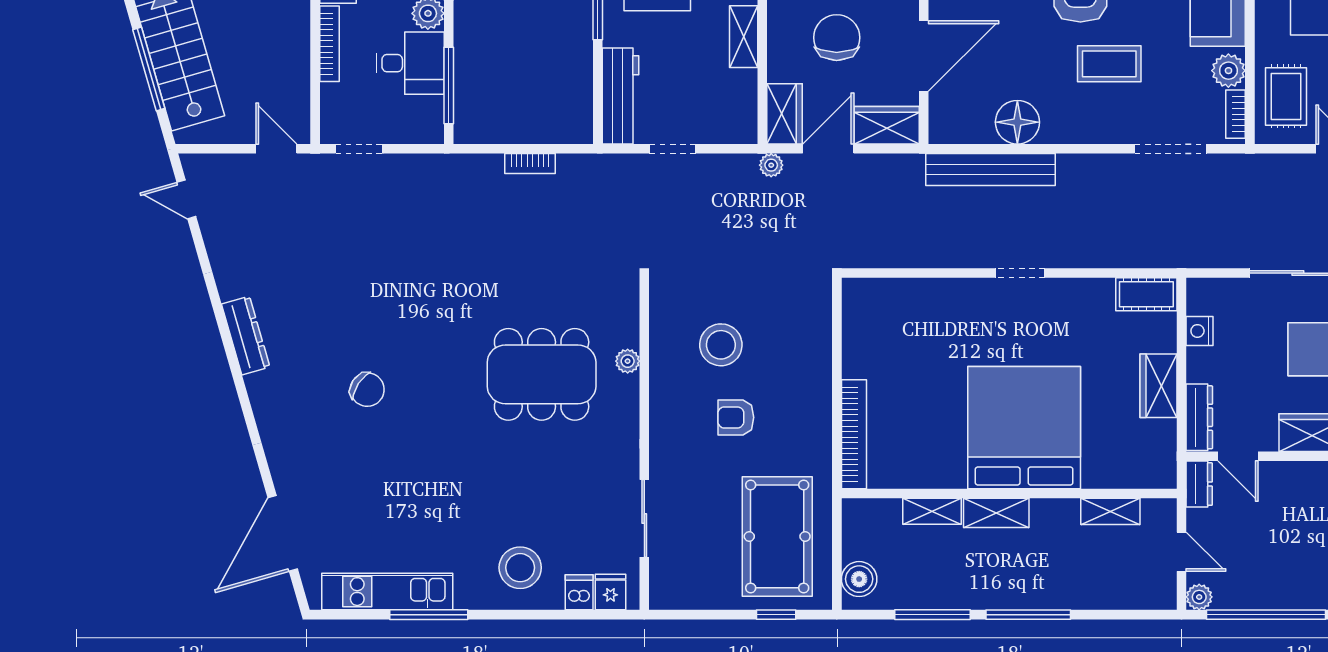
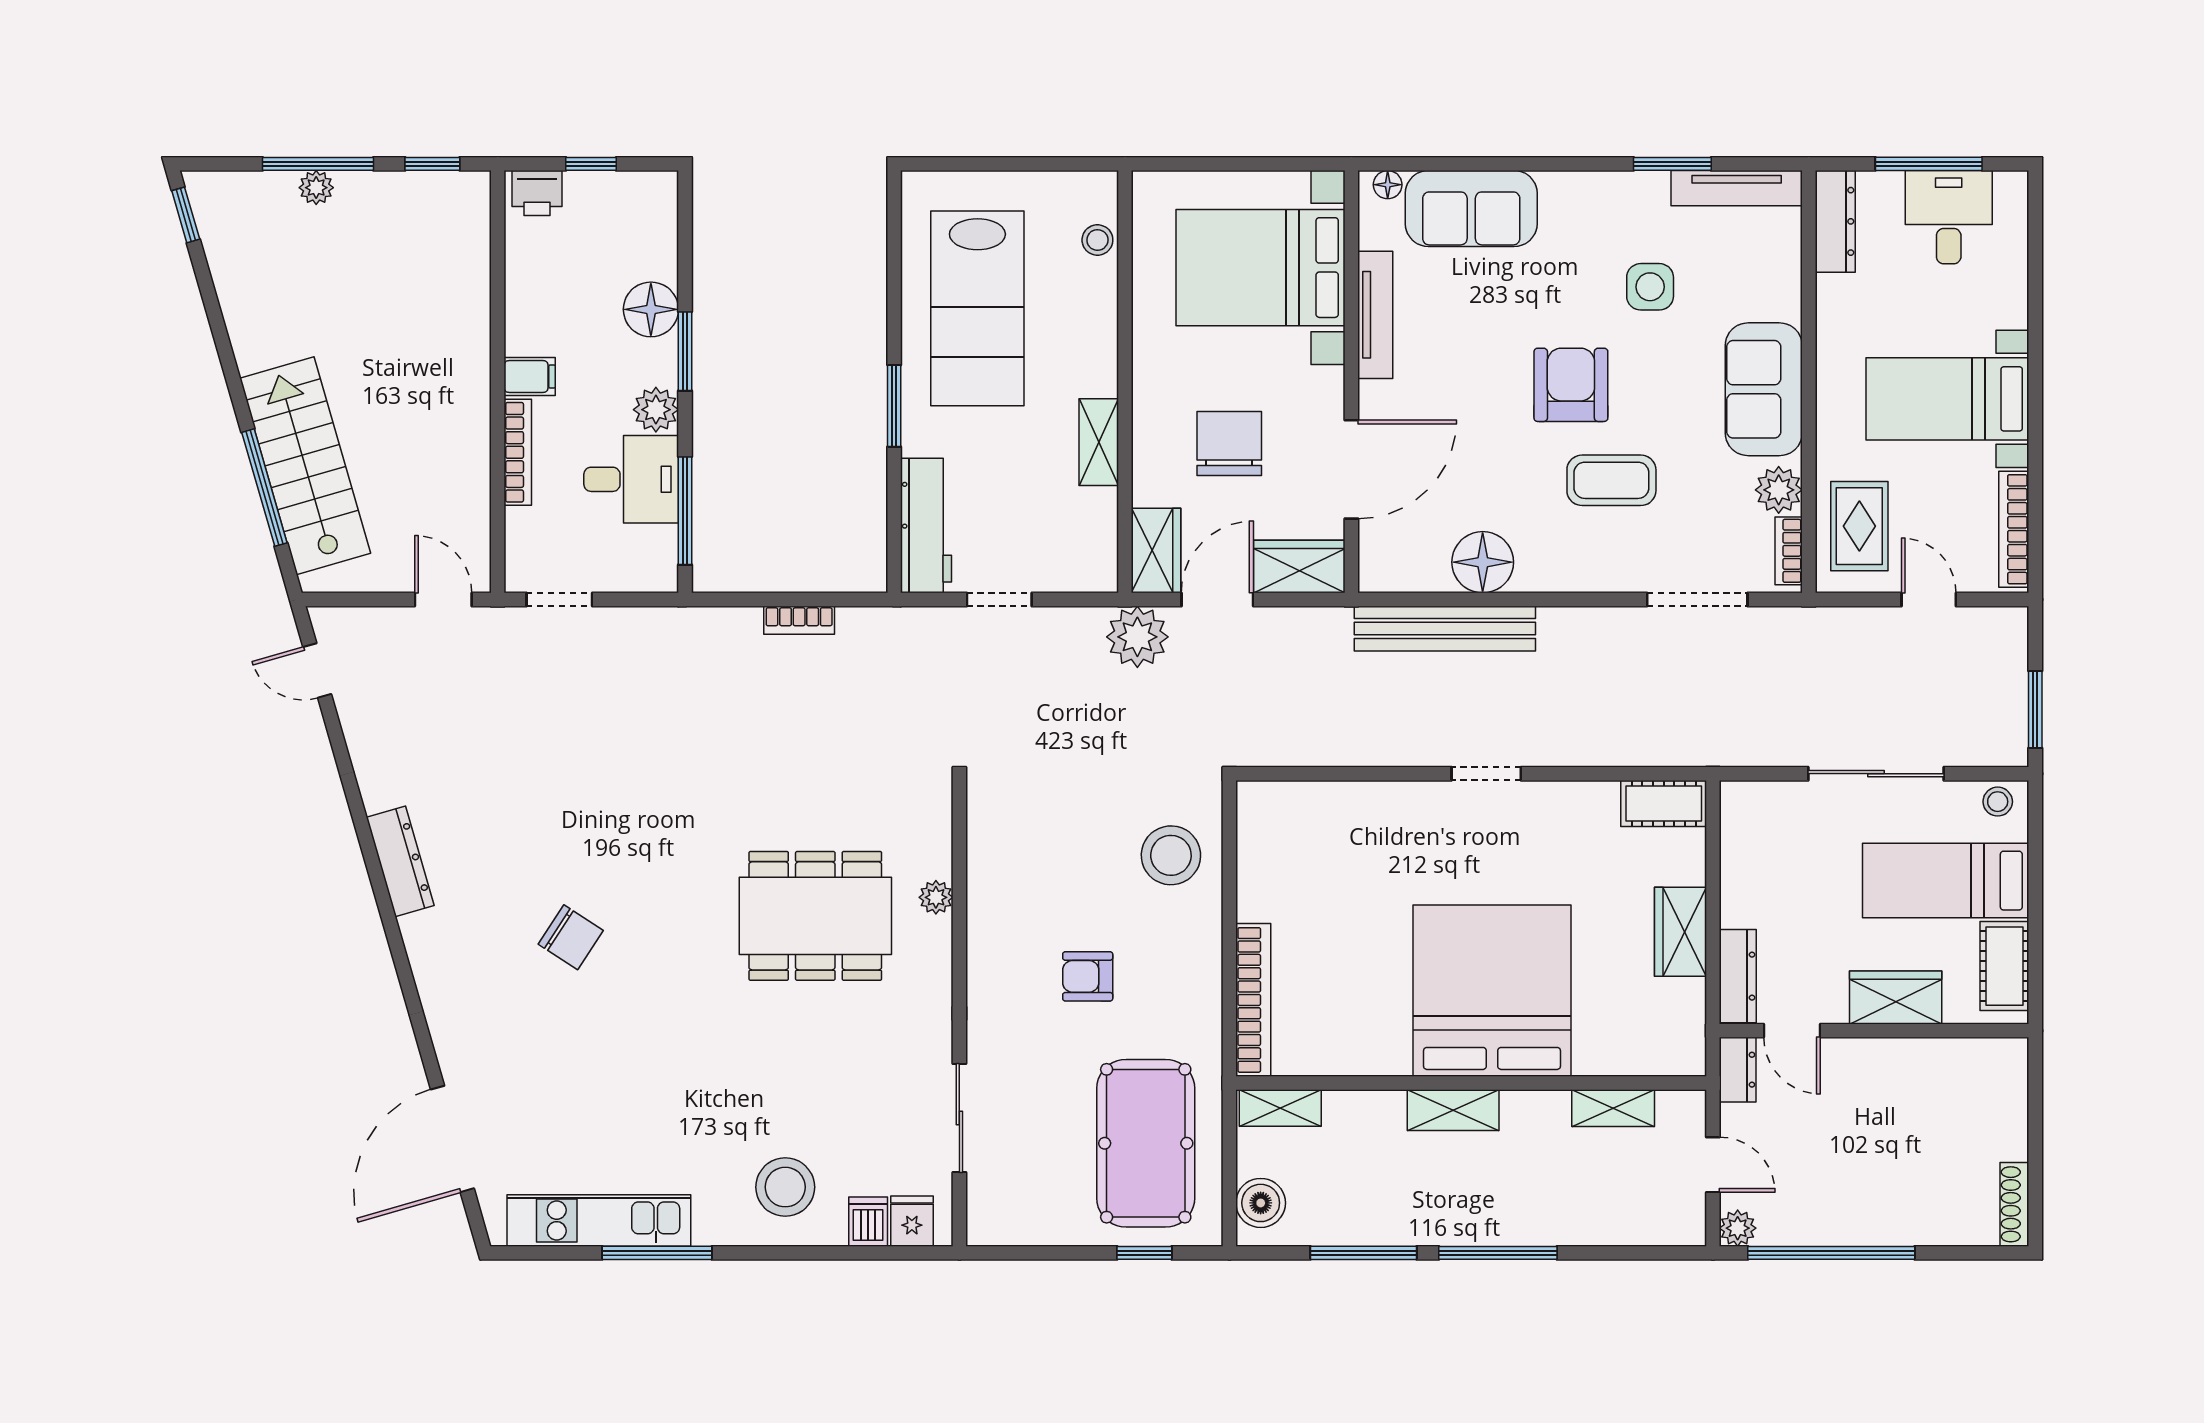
plant: (771, 165) -> (1137, 637), width x1.87, depth x1.87
nightstand: (1200, 331) -> (1738, 855), removed
stool: (721, 345) -> (1171, 855), moved
shelving: (932, 511) -> (1280, 1108), moved

